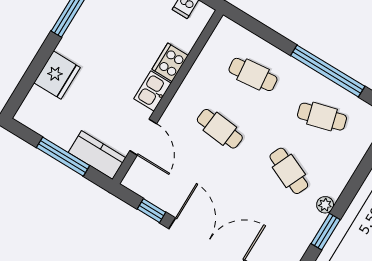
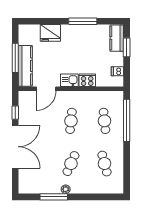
window: (328, 71) -> (127, 120), moved
kitchen counter: (97, 155) -> (25, 66), width x1.50
window: (326, 232) -> (54, 197), width x1.44

